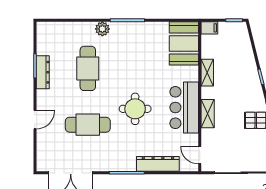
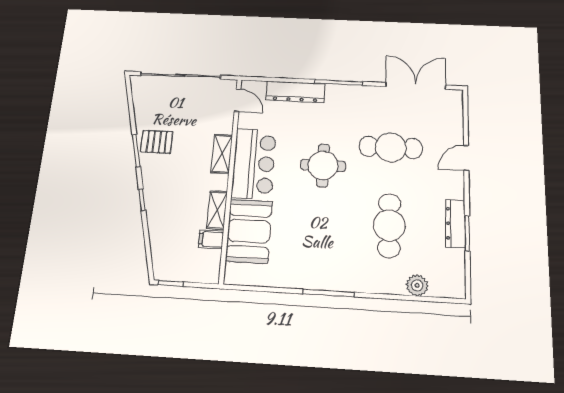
filing cabinet: (209, 28) -> (211, 239), moved
plant: (102, 29) -> (417, 285), moved
booth: (184, 43) -> (249, 231), moved

